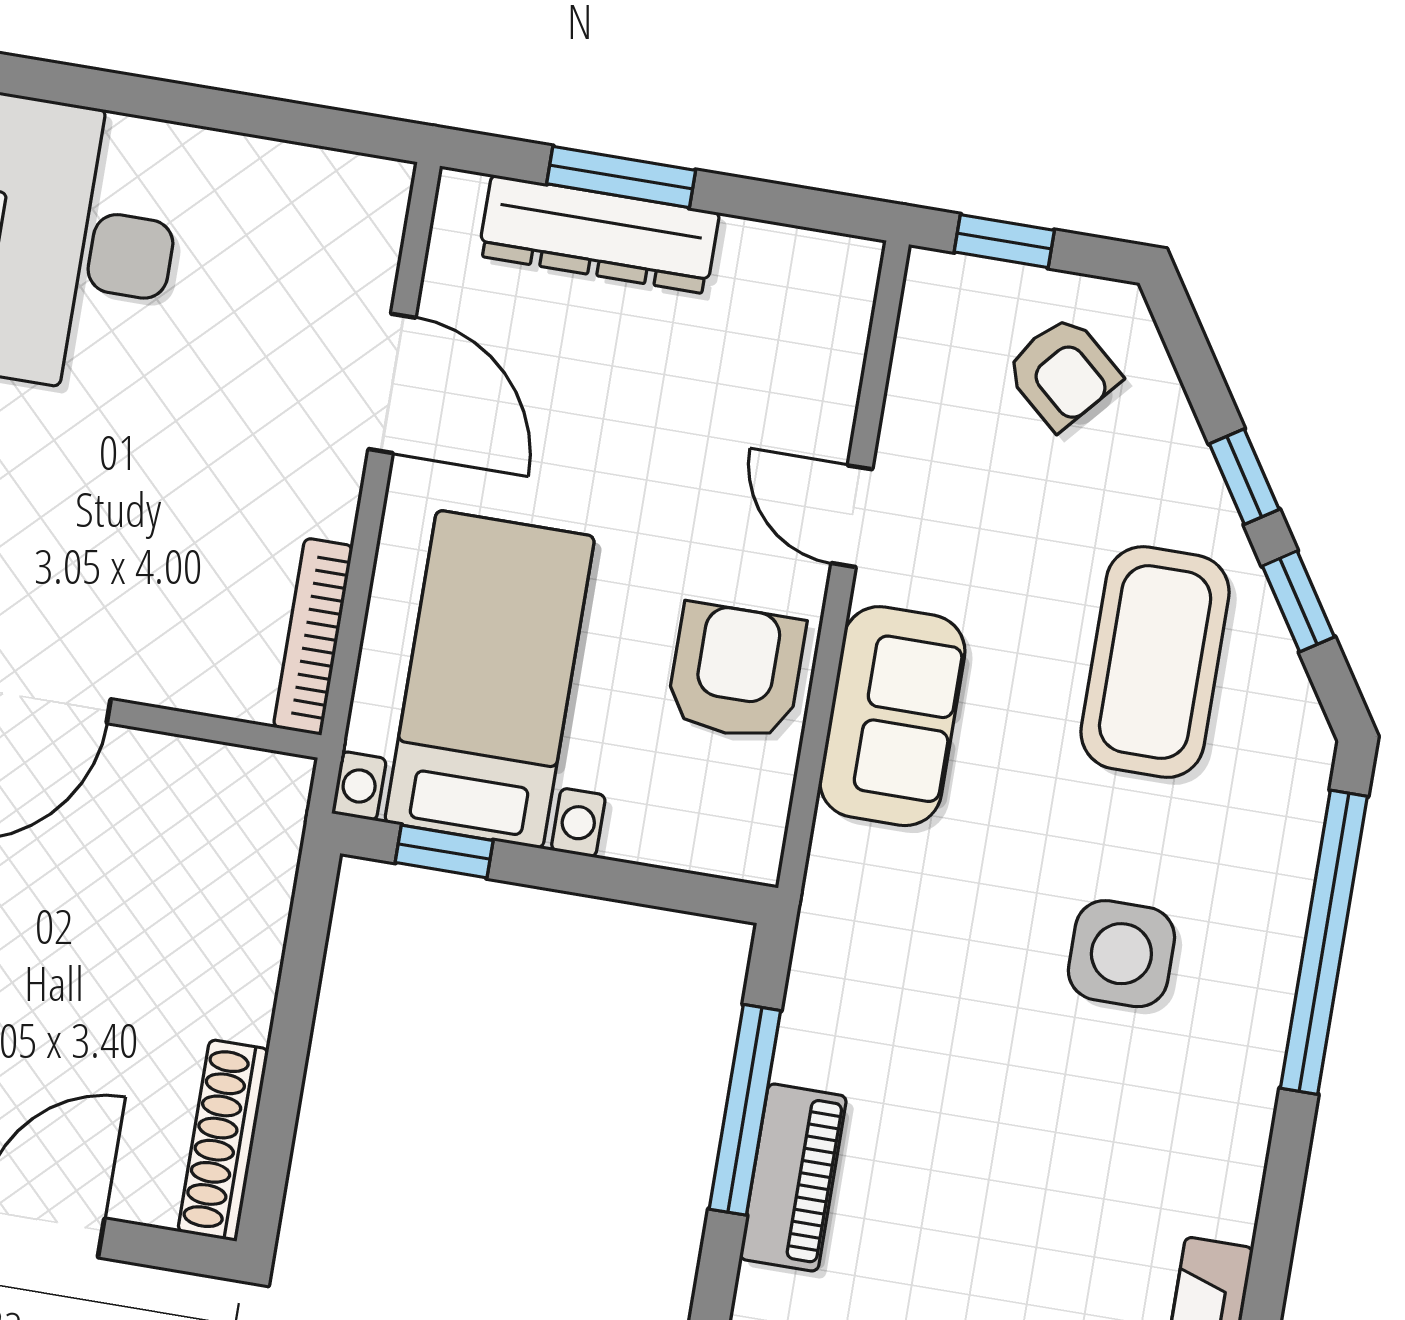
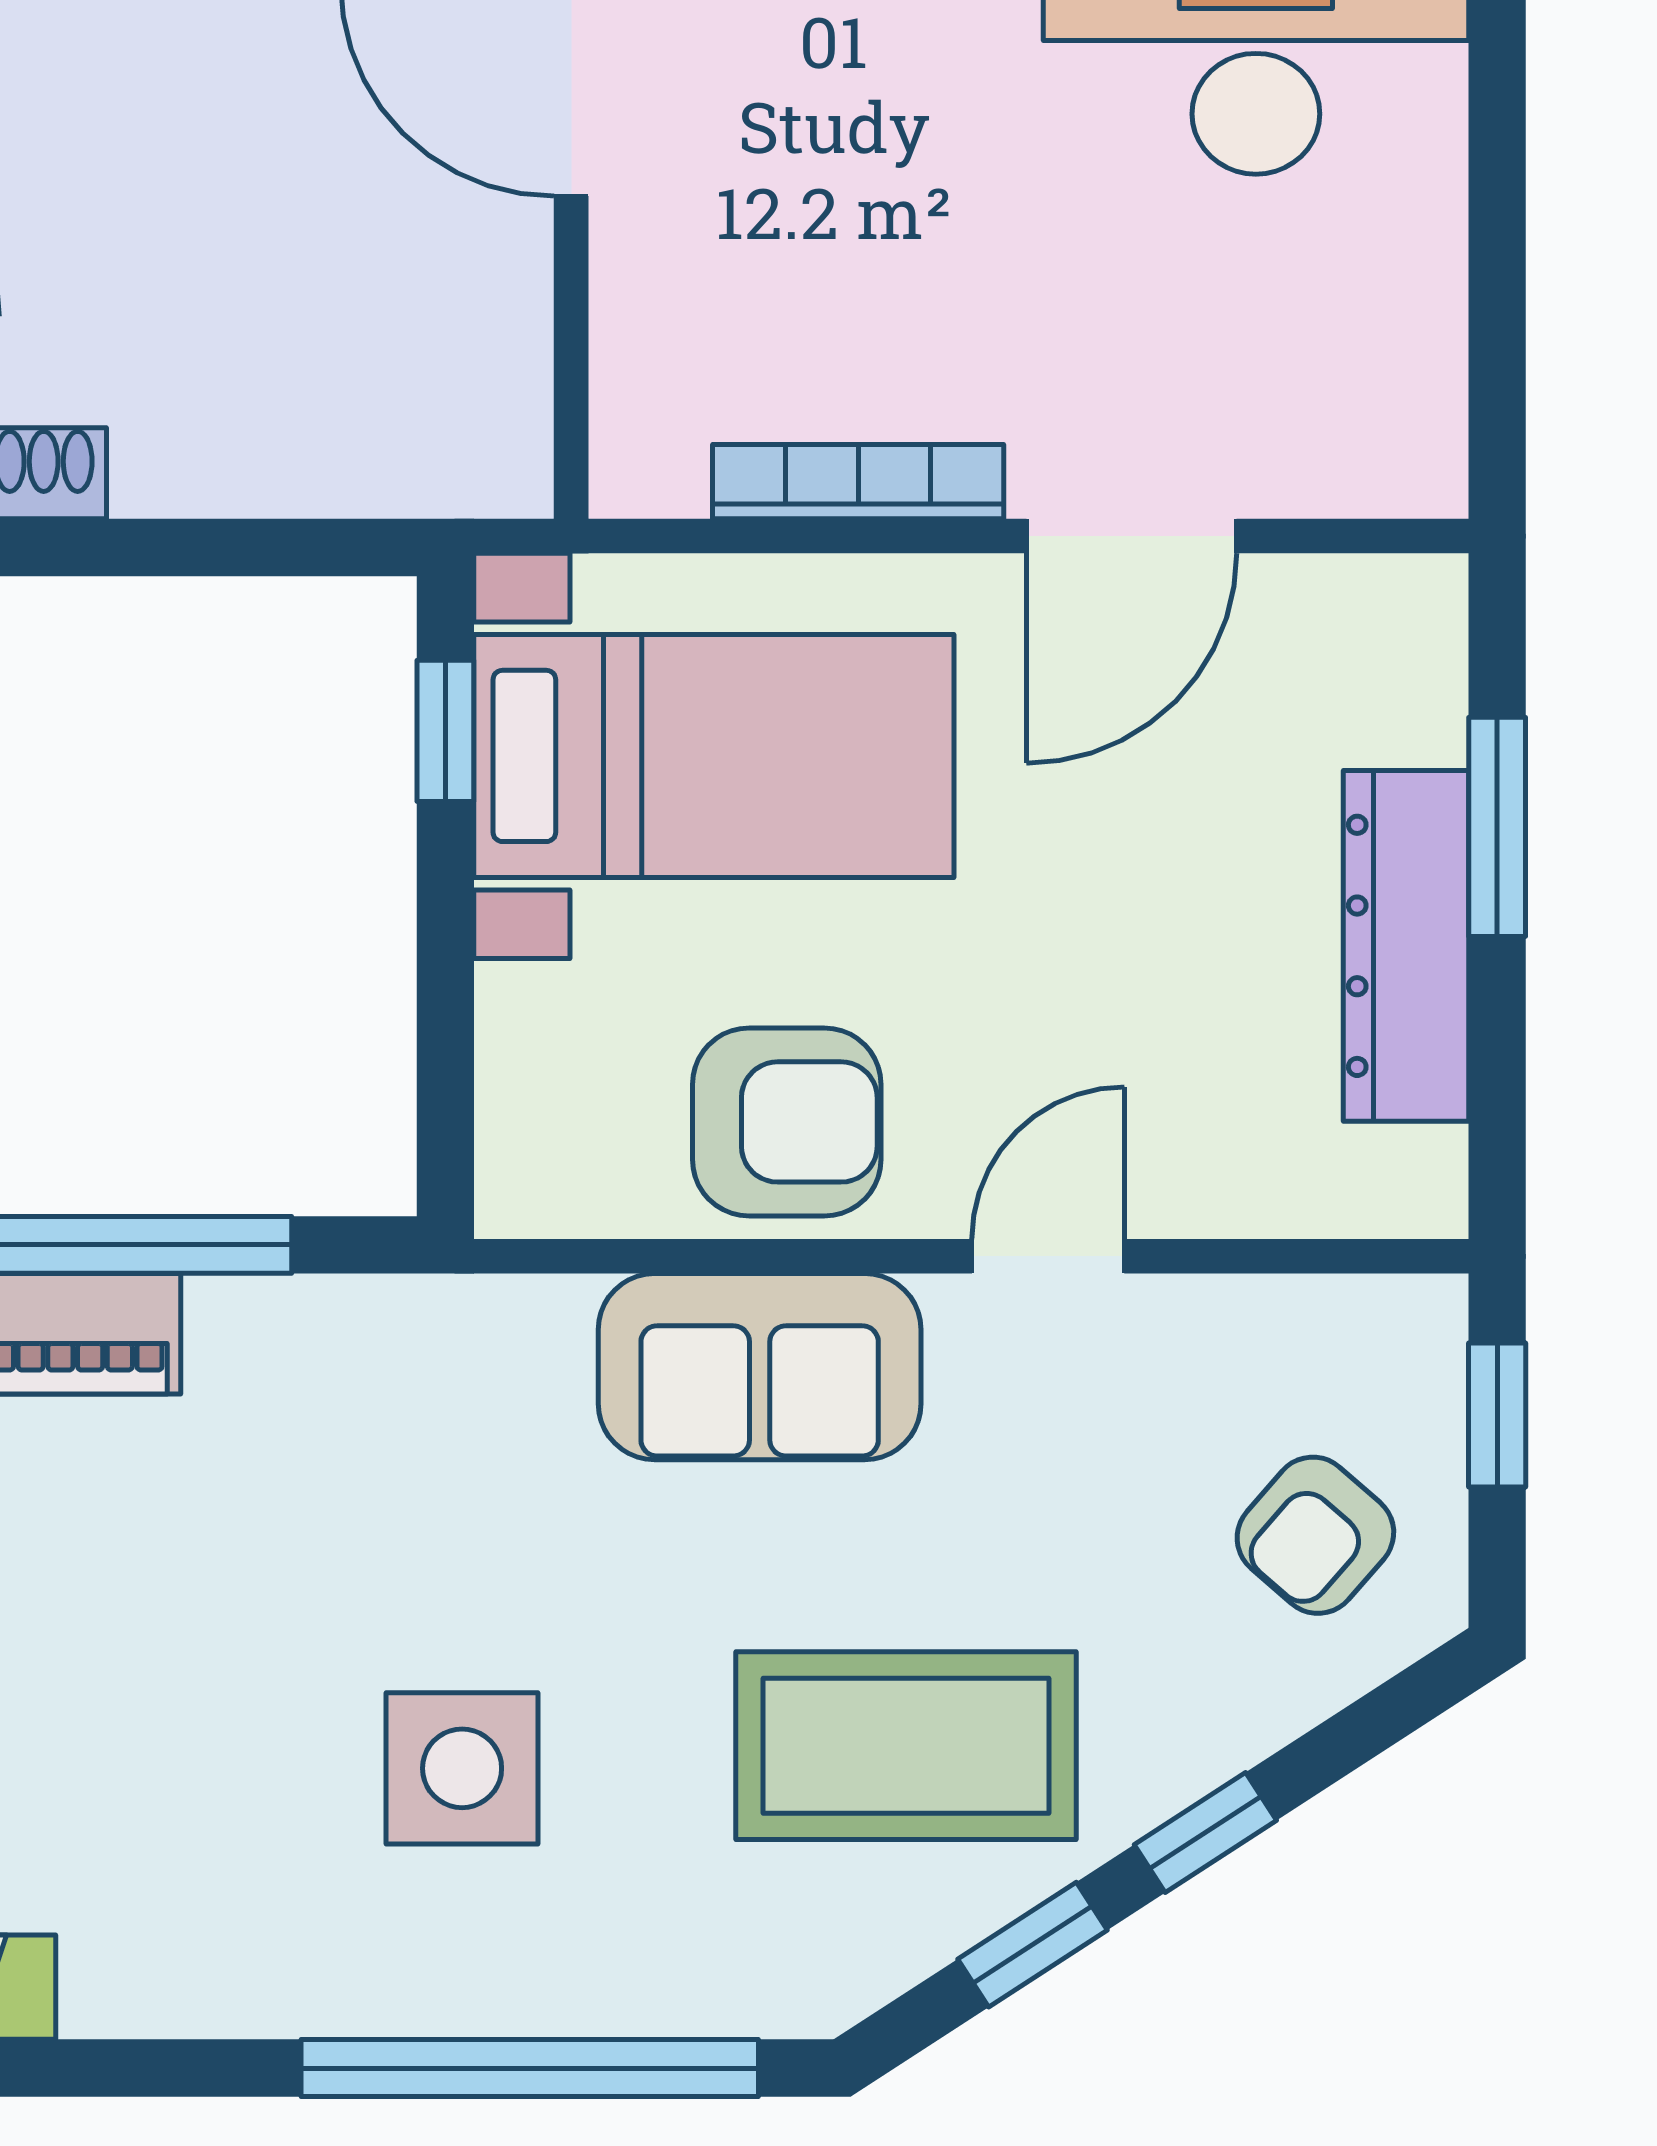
dresser: (599, 234) -> (1406, 946), moved
bookcase: (313, 636) -> (858, 482), moved

